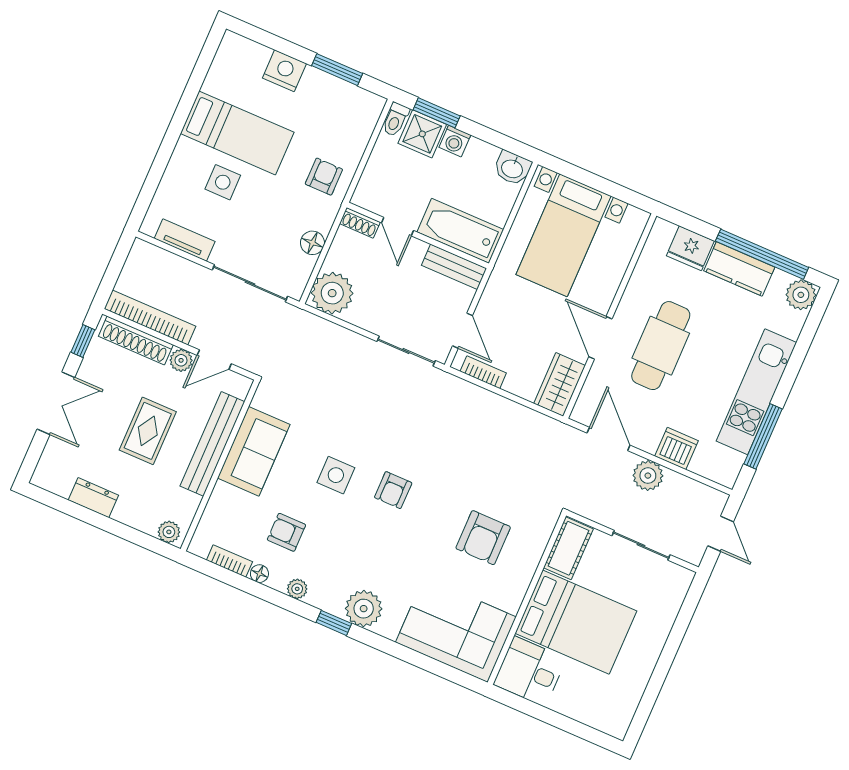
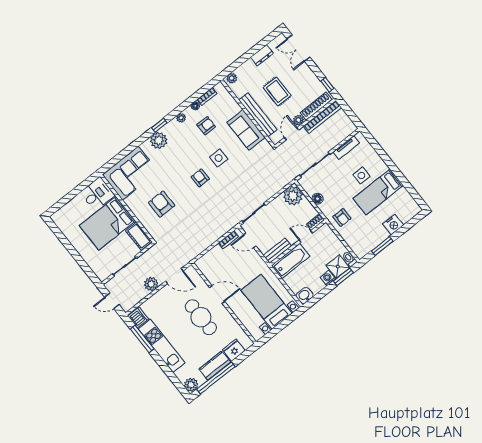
wardrobe: (559, 384) -> (207, 268), removed
double door: (56, 403) -> (298, 48), moved
dishwasher: (677, 448) -> (138, 317), moved, turned -90

